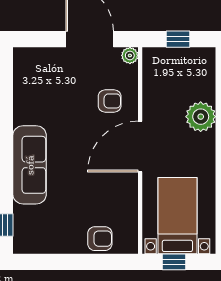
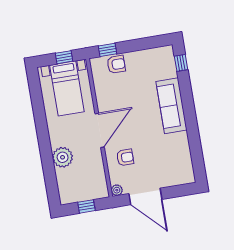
armchair: (110, 101) -> (125, 157), turned 180
armchair: (100, 239) -> (116, 64), turned 180
window: (109, 262) -> (108, 50), added

